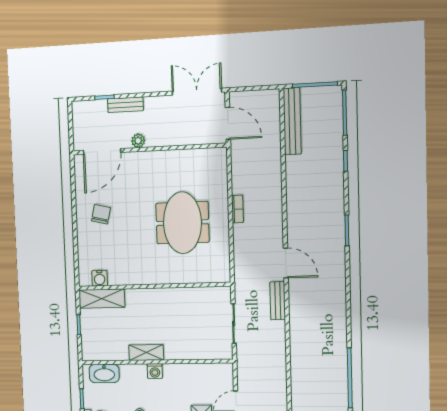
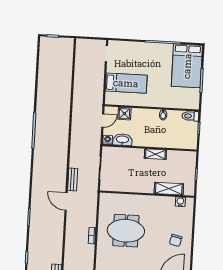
meeting table: (182, 223) -> (126, 231), turned 90
shelving: (102, 299) -> (169, 189), moved
washing machine: (155, 371) -> (108, 140), moved
washbasin: (104, 373) -> (122, 140), moved

